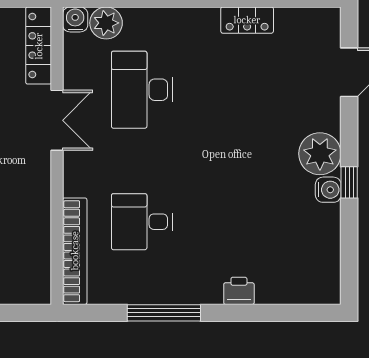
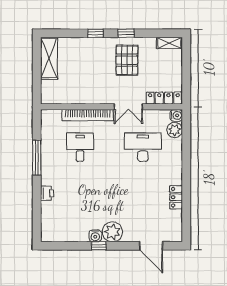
bookcase: (75, 251) -> (88, 115), moved

